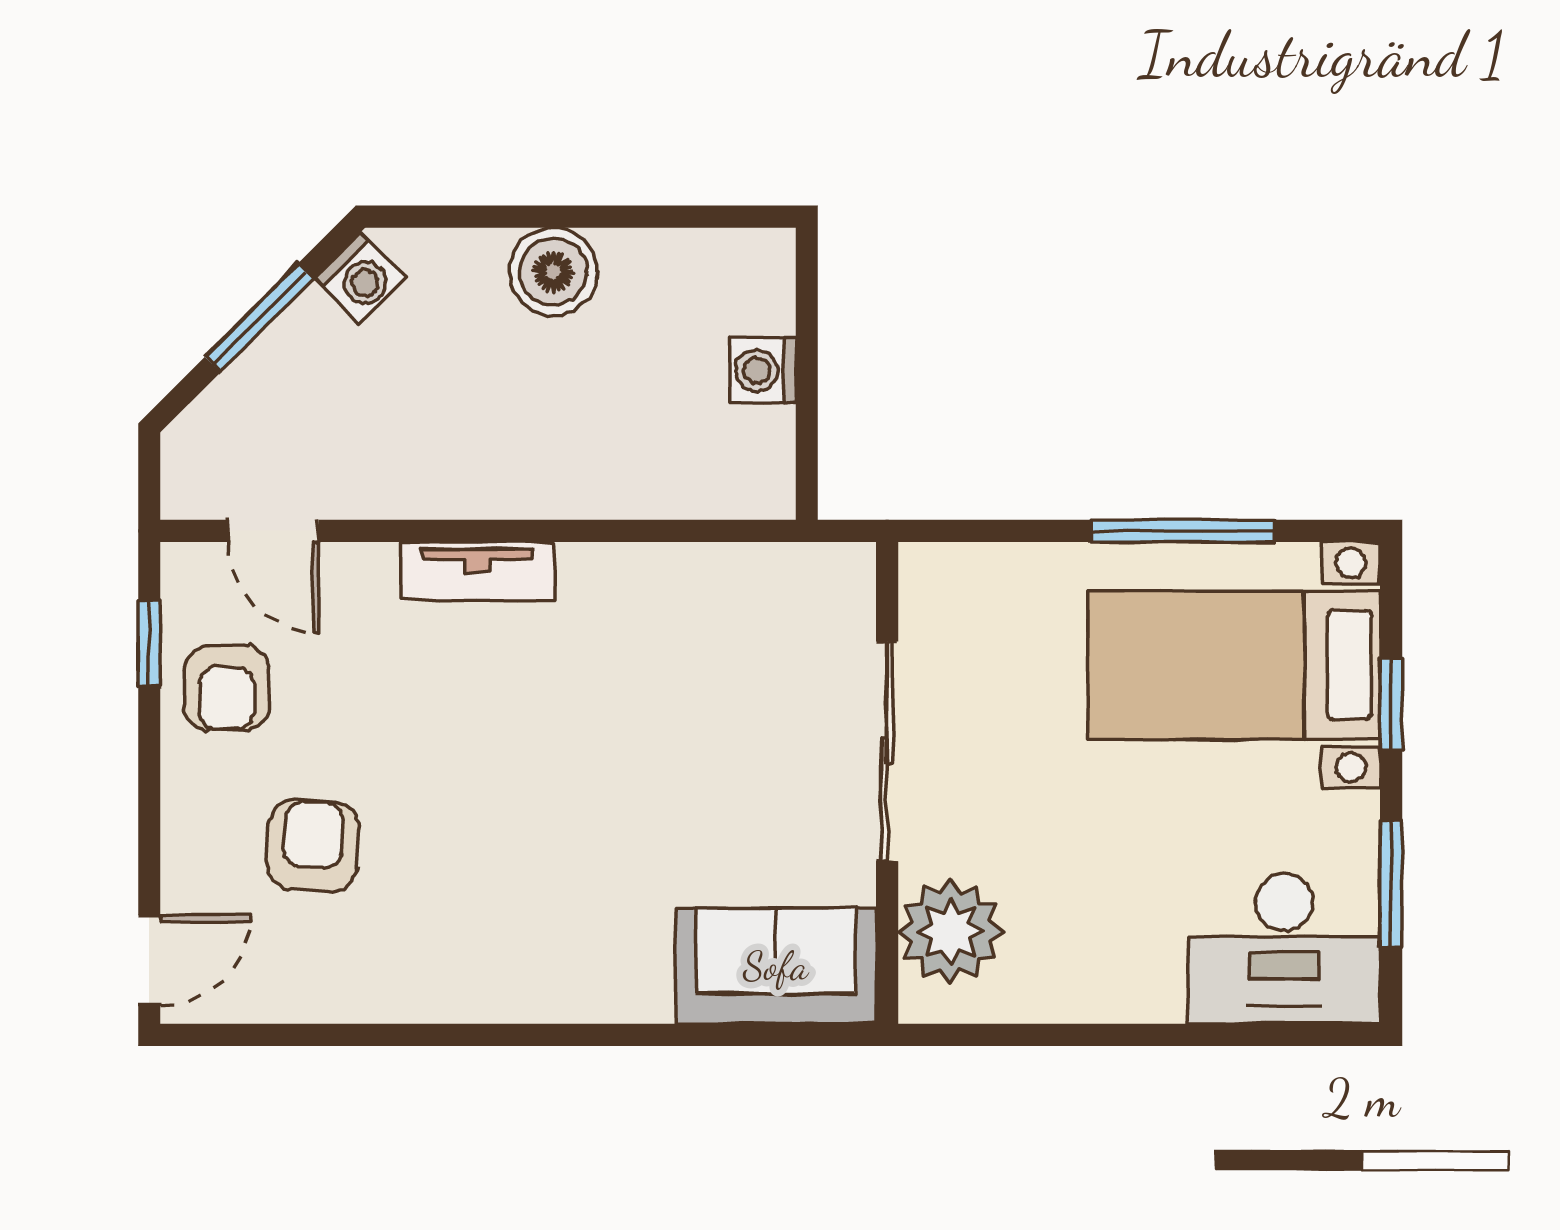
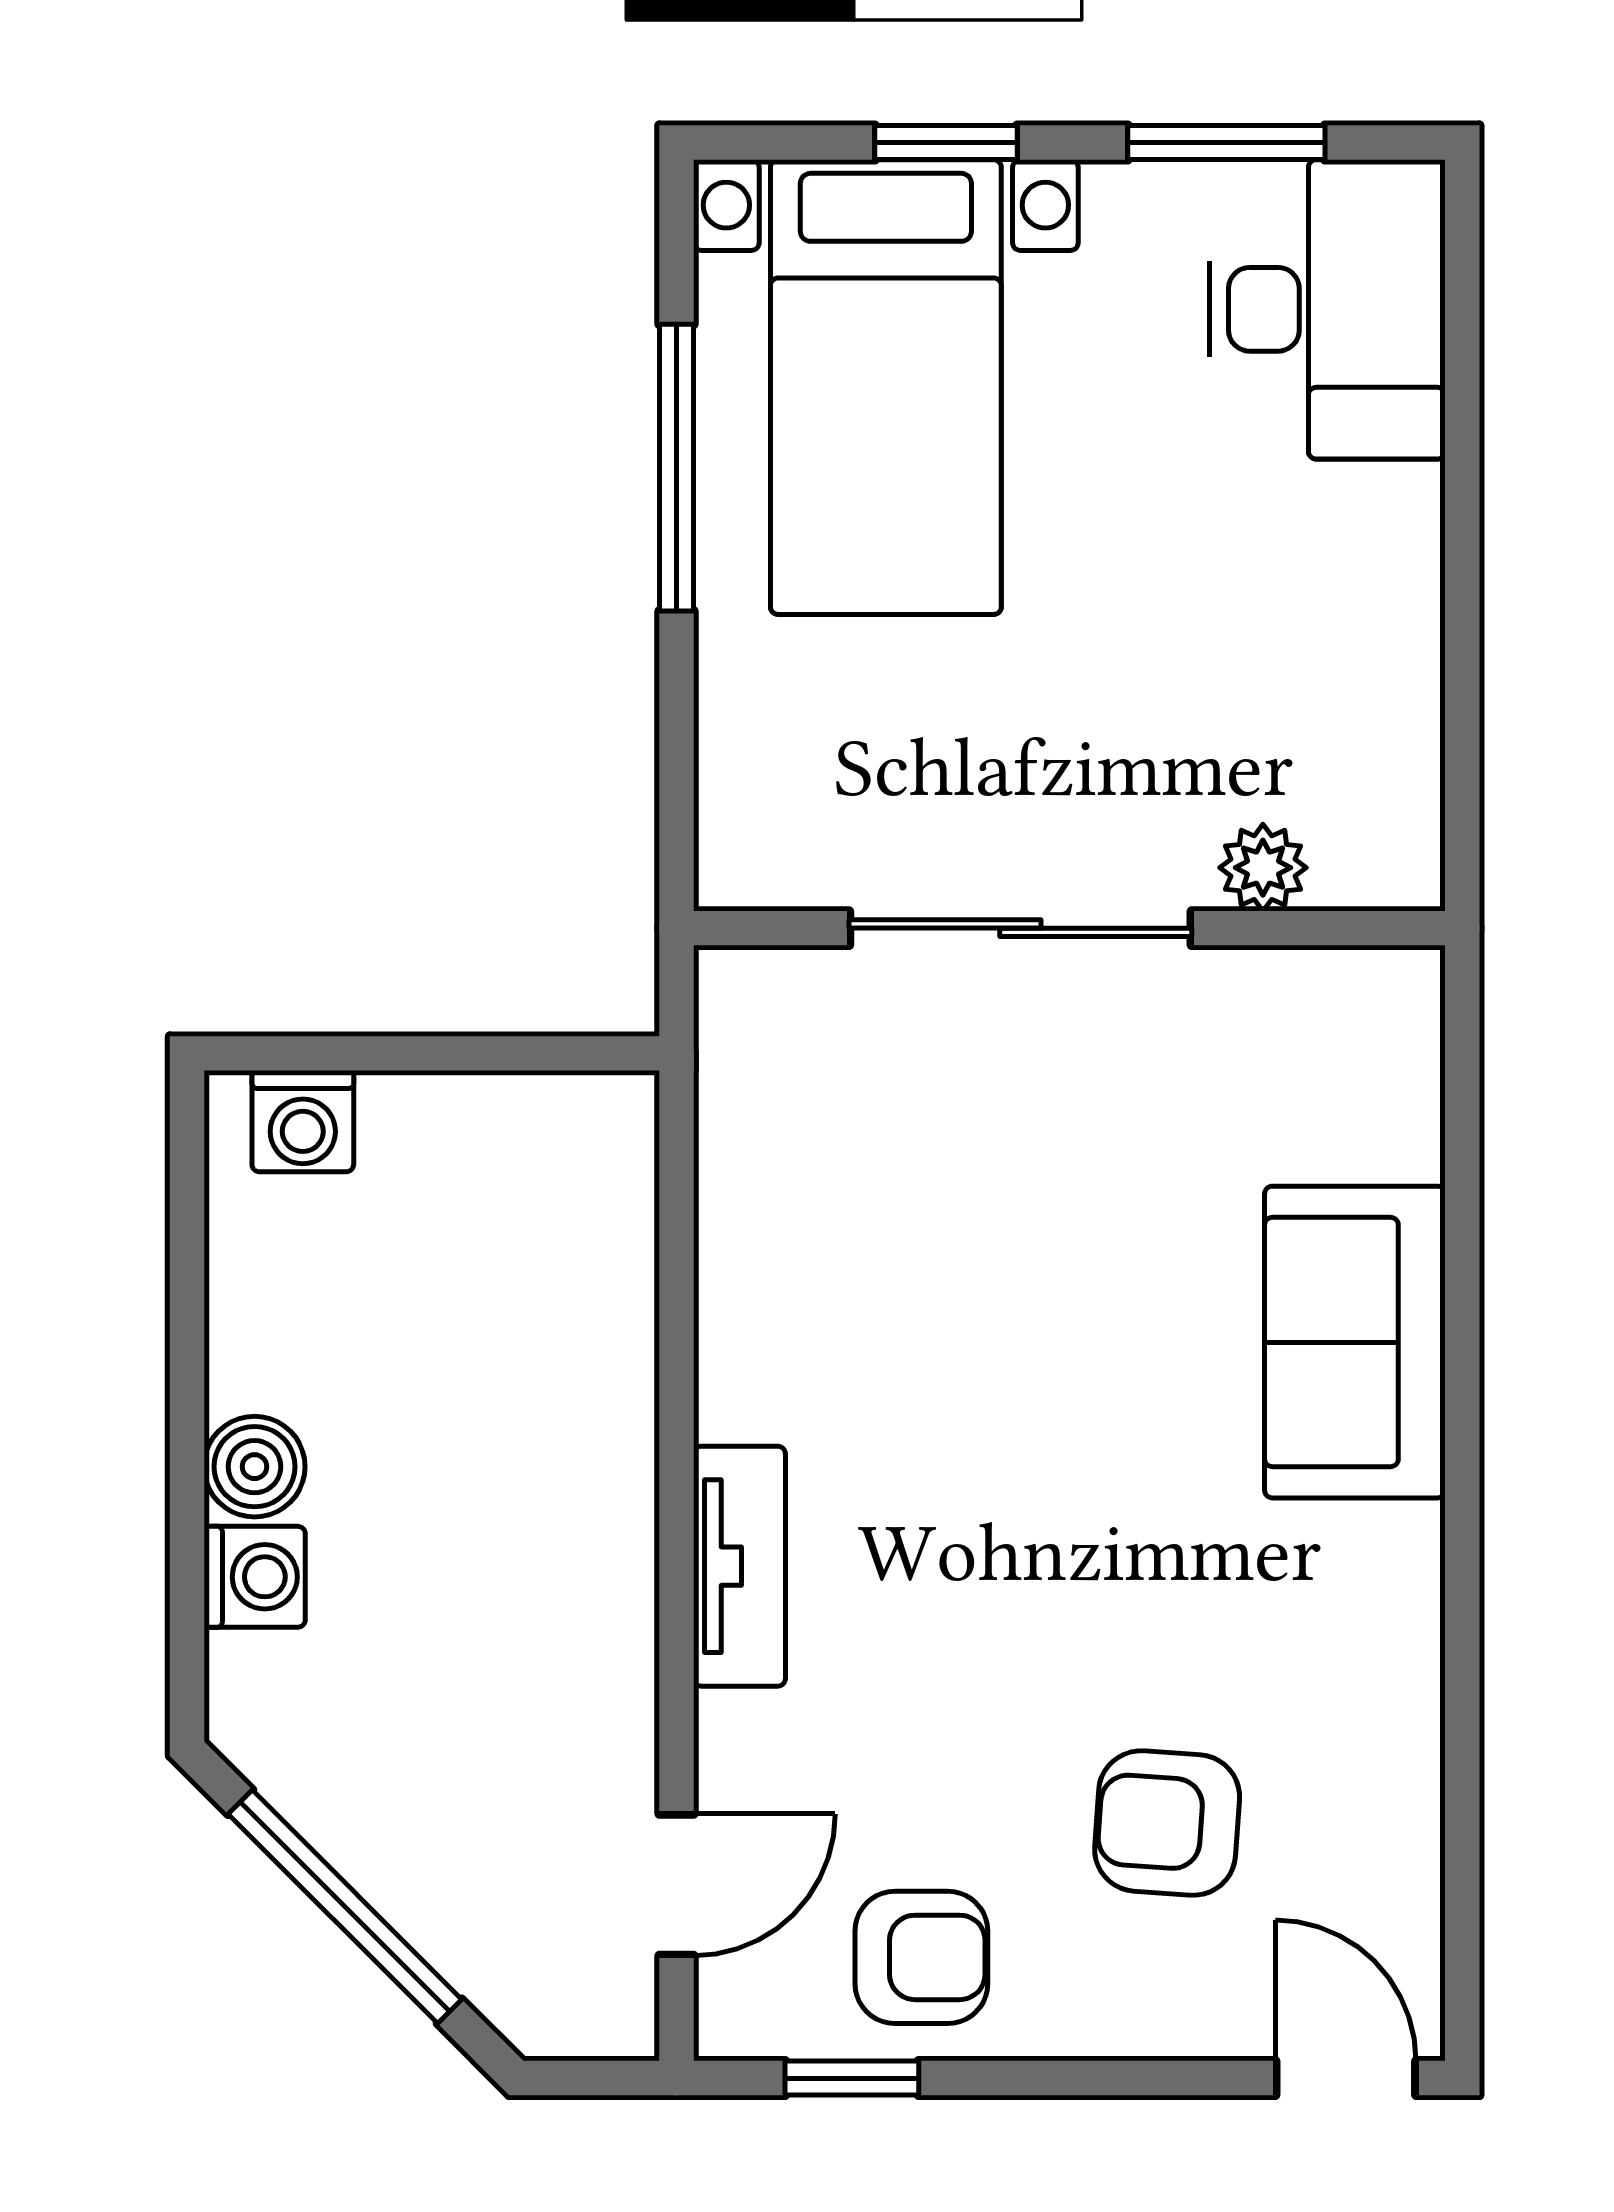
boiler: (553, 272) -> (255, 1467), width x0.73, depth x0.73
washing machine: (361, 278) -> (255, 1577), moved, turned 45
window: (259, 318) -> (345, 1907), width x1.44
washing machine: (763, 370) -> (303, 1121), moved
plant: (950, 931) -> (1263, 868), width x0.53, depth x0.53
sofa: (776, 966) -> (1355, 1342), moved

